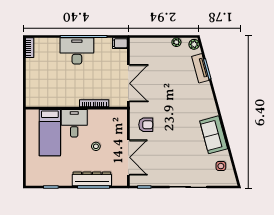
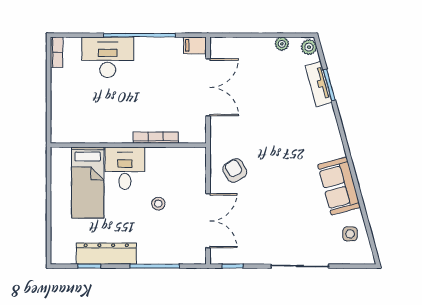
desk: (77, 51) -> (108, 57), moved
double door: (128, 83) -> (208, 87), moved
armchair: (146, 125) -> (235, 171), turned -120
dresser: (92, 179) -> (106, 254), moved

